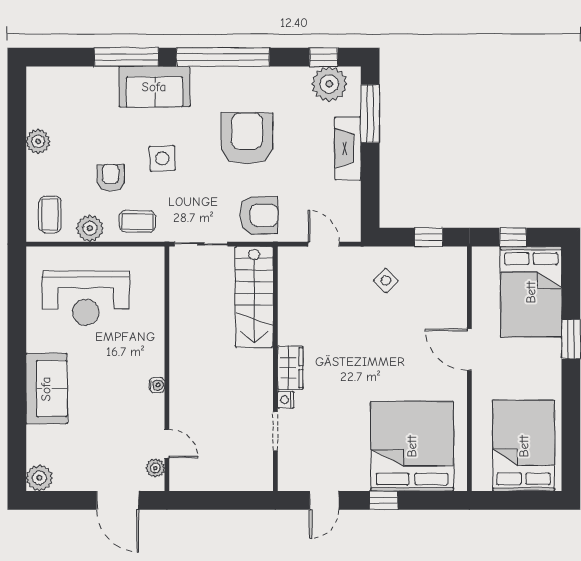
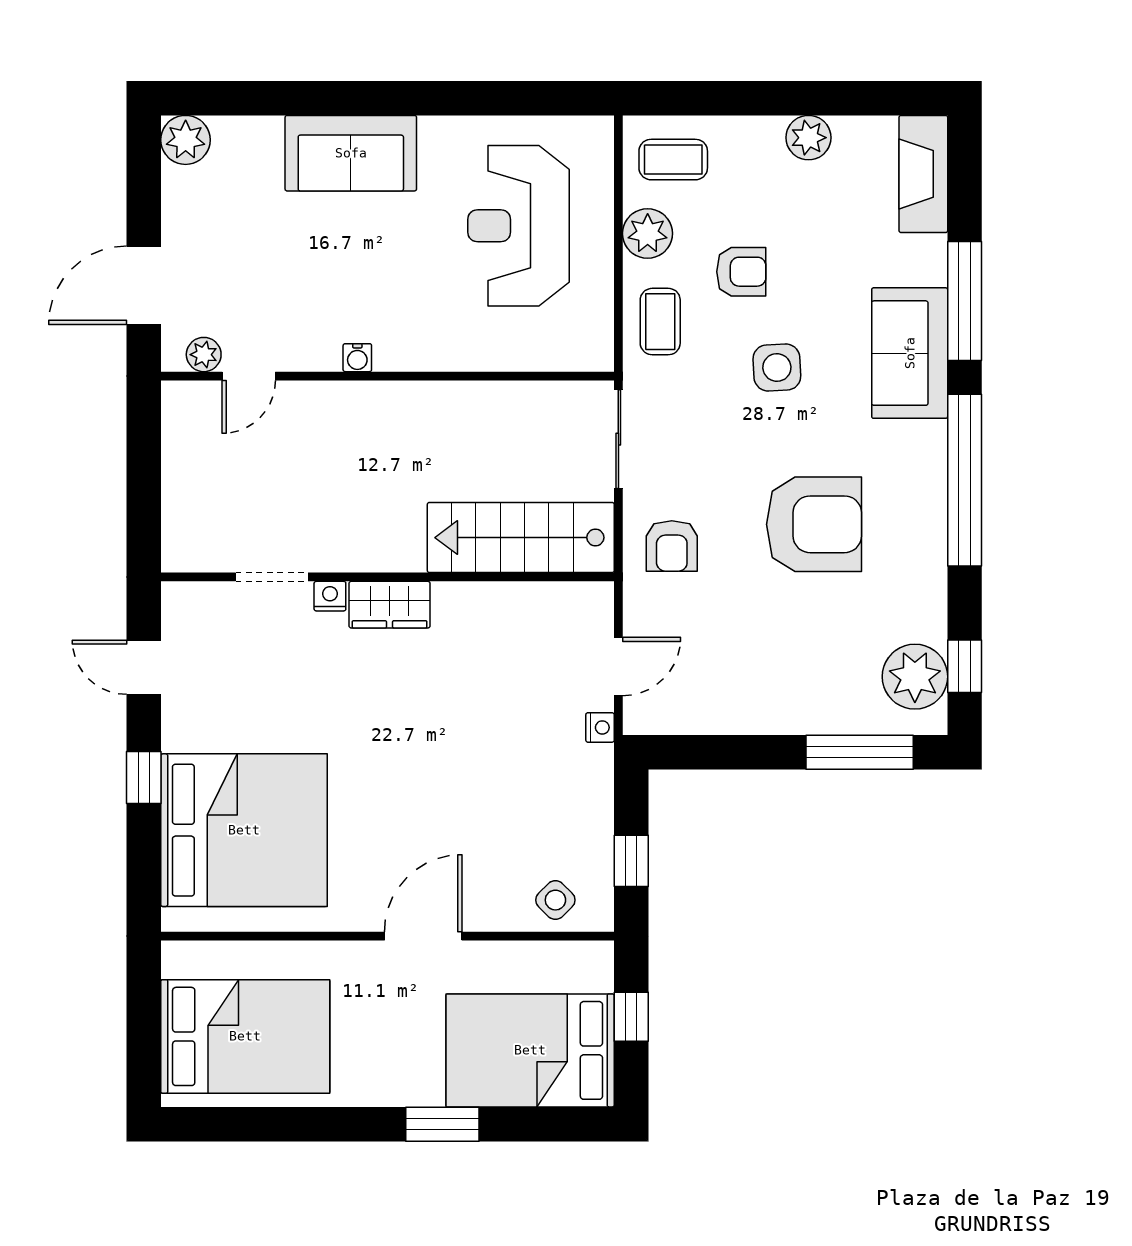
fireplace: (348, 149) -> (923, 174), moved, turned -90
armchair: (259, 215) -> (672, 546), width x0.72, depth x0.72
nightstand: (357, 254) -> (600, 727), added
side table: (386, 281) -> (555, 900), moved

